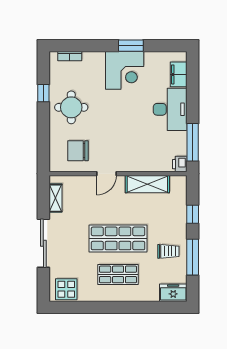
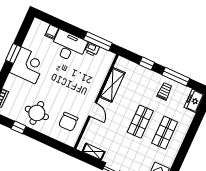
filing cabinet: (179, 74) -> (52, 32), width x0.50
printer: (180, 164) -> (92, 49), moved
shop shelf: (118, 238) -> (140, 122), width x0.70, depth x0.74

